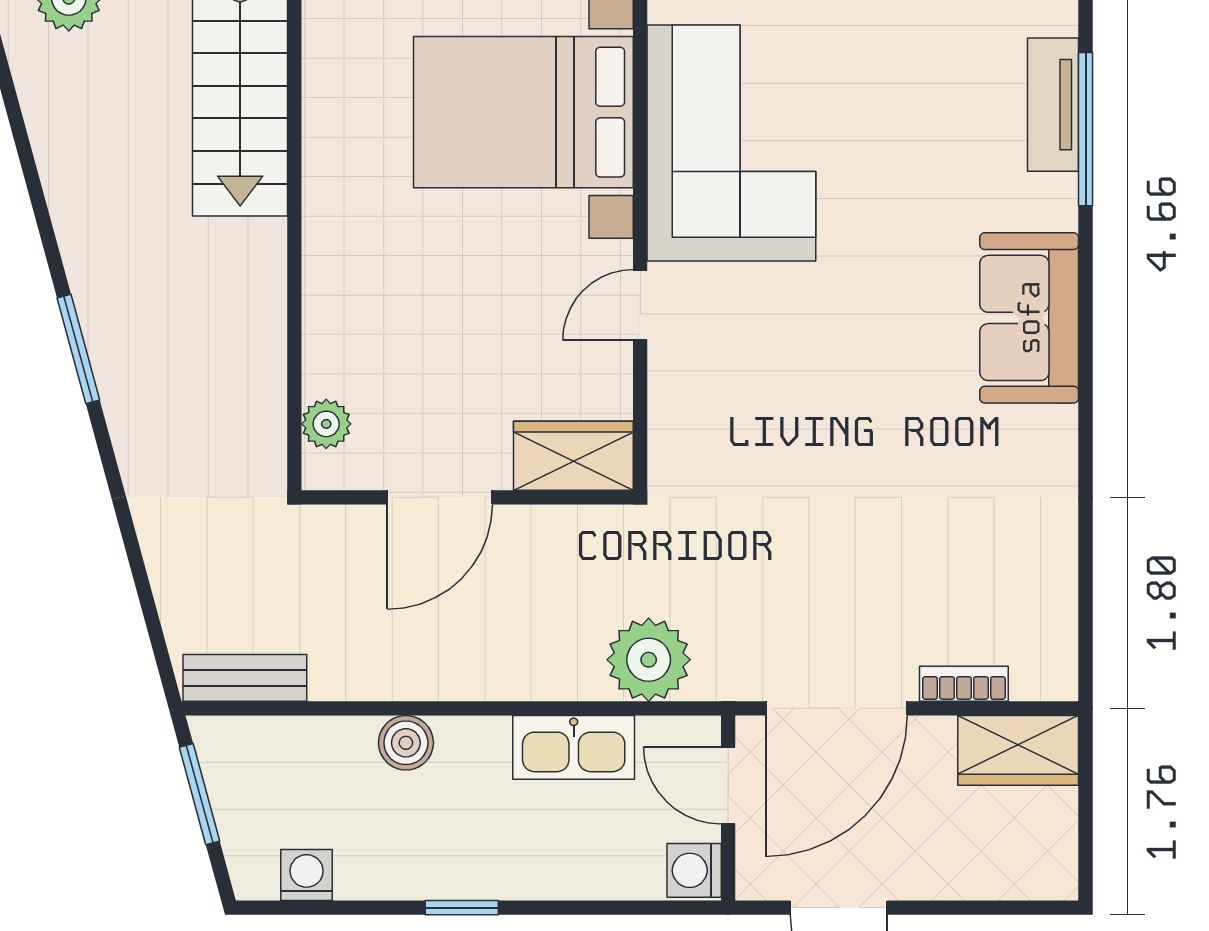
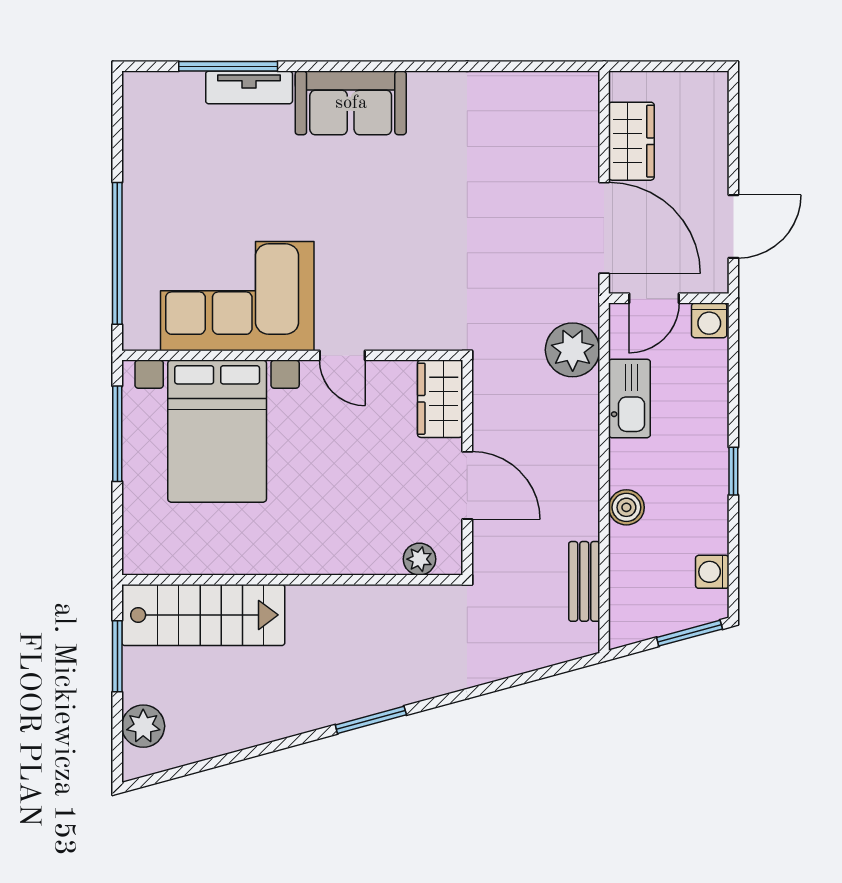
tv unit: (1053, 105) -> (249, 87), moved
bench: (245, 678) -> (584, 581), moved
bookcase: (964, 684) -> (588, 145), removed
wardrobe: (1018, 750) -> (631, 141), moved
window: (200, 794) -> (689, 633), moved

